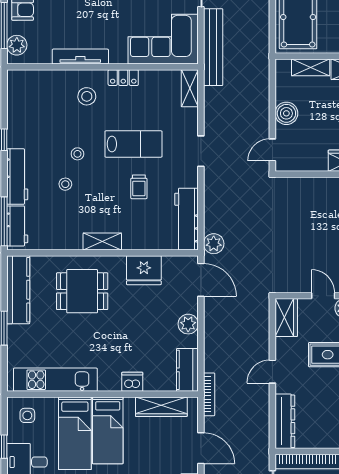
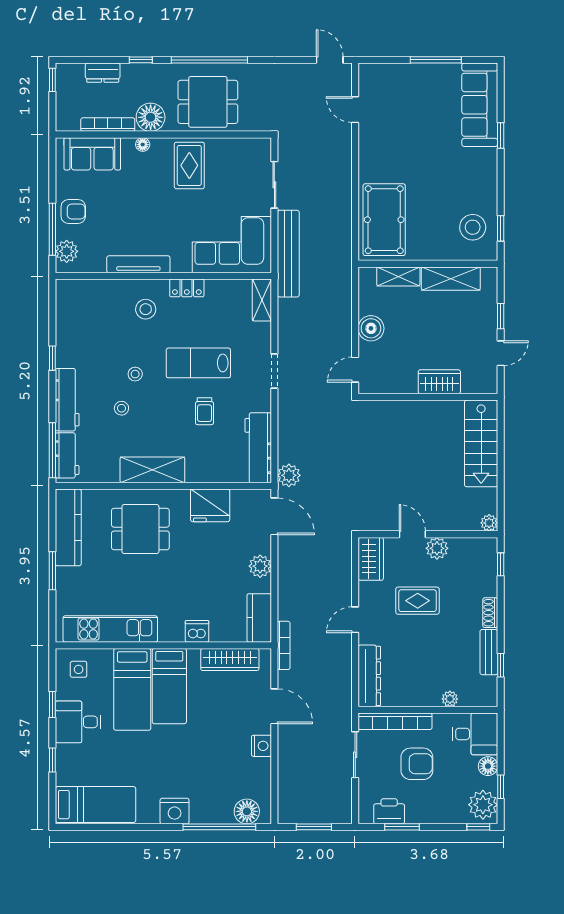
lab bench: (133, 144) -> (198, 363), turned 180
shelving: (102, 242) -> (152, 470), width x1.50, depth x1.33

